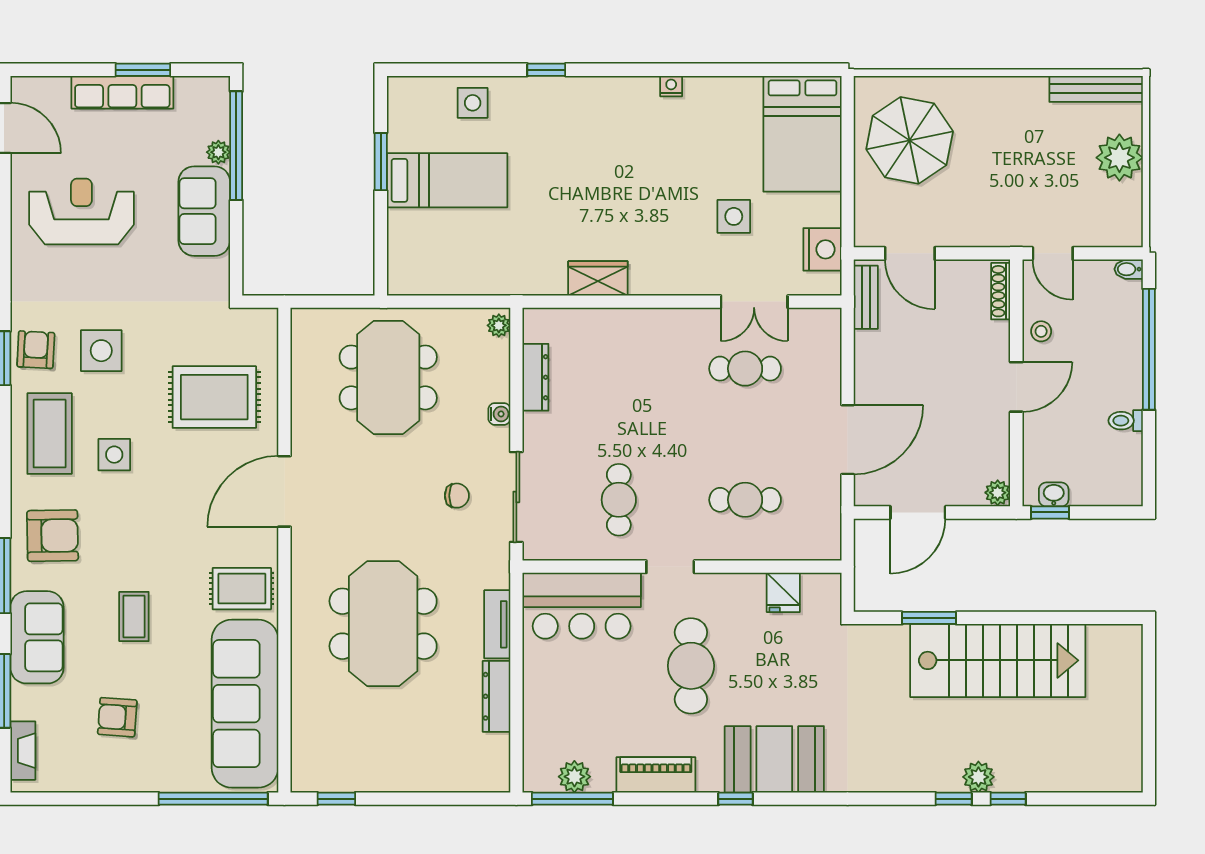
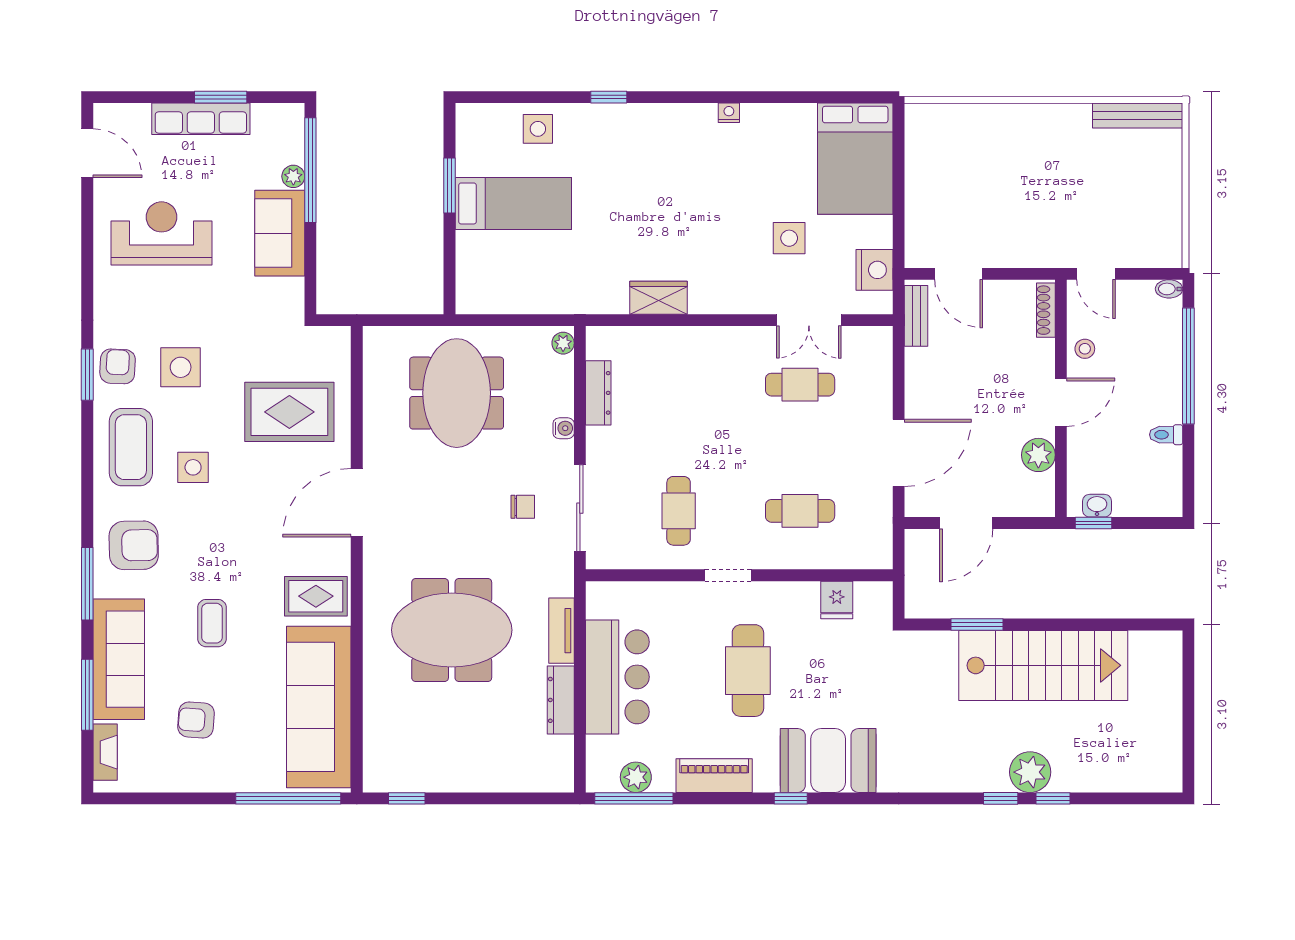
parasol: (910, 140) -> (958, 165), removed
plant: (1119, 158) -> (1160, 182), removed
plant: (998, 493) -> (1038, 455), moved, width x1.38, depth x1.38
bar counter: (582, 606) -> (617, 677), moved, turned -90
meeting table: (383, 624) -> (452, 630), turned 90
sofa: (37, 637) -> (119, 659), width x1.36
plant: (978, 777) -> (1030, 772), width x1.36, depth x1.36

